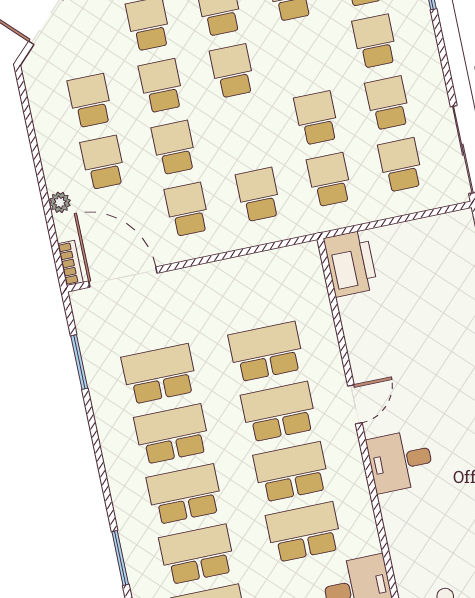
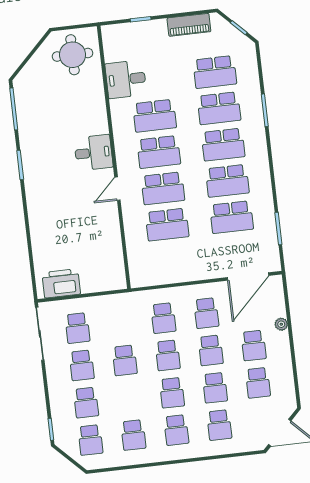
school desk: (329, 180) -> (168, 355), moved
bookcase: (70, 263) -> (278, 288), removed
printer: (351, 263) -> (61, 283), moved, turned 90
door: (123, 277) -> (248, 277), hinge flipped

